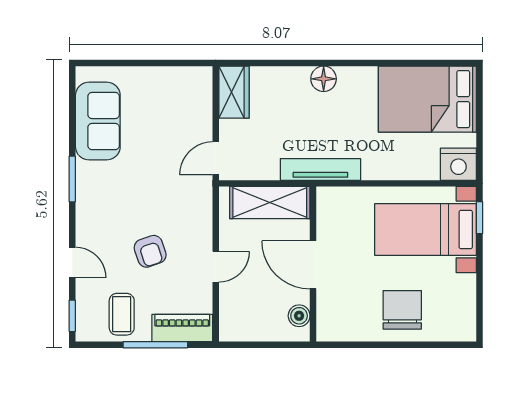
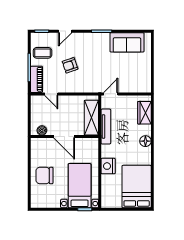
wardrobe: (234, 92) -> (144, 113), moved, turned 90
door: (216, 158) -> (111, 94), hinge flipped
nightstand: (458, 164) -> (108, 166), moved
tv unit: (320, 169) -> (106, 127), moved
door: (313, 265) -> (64, 137), swing flipped
door: (216, 267) -> (51, 94), moved
chair: (402, 310) -> (44, 176), turned 180

